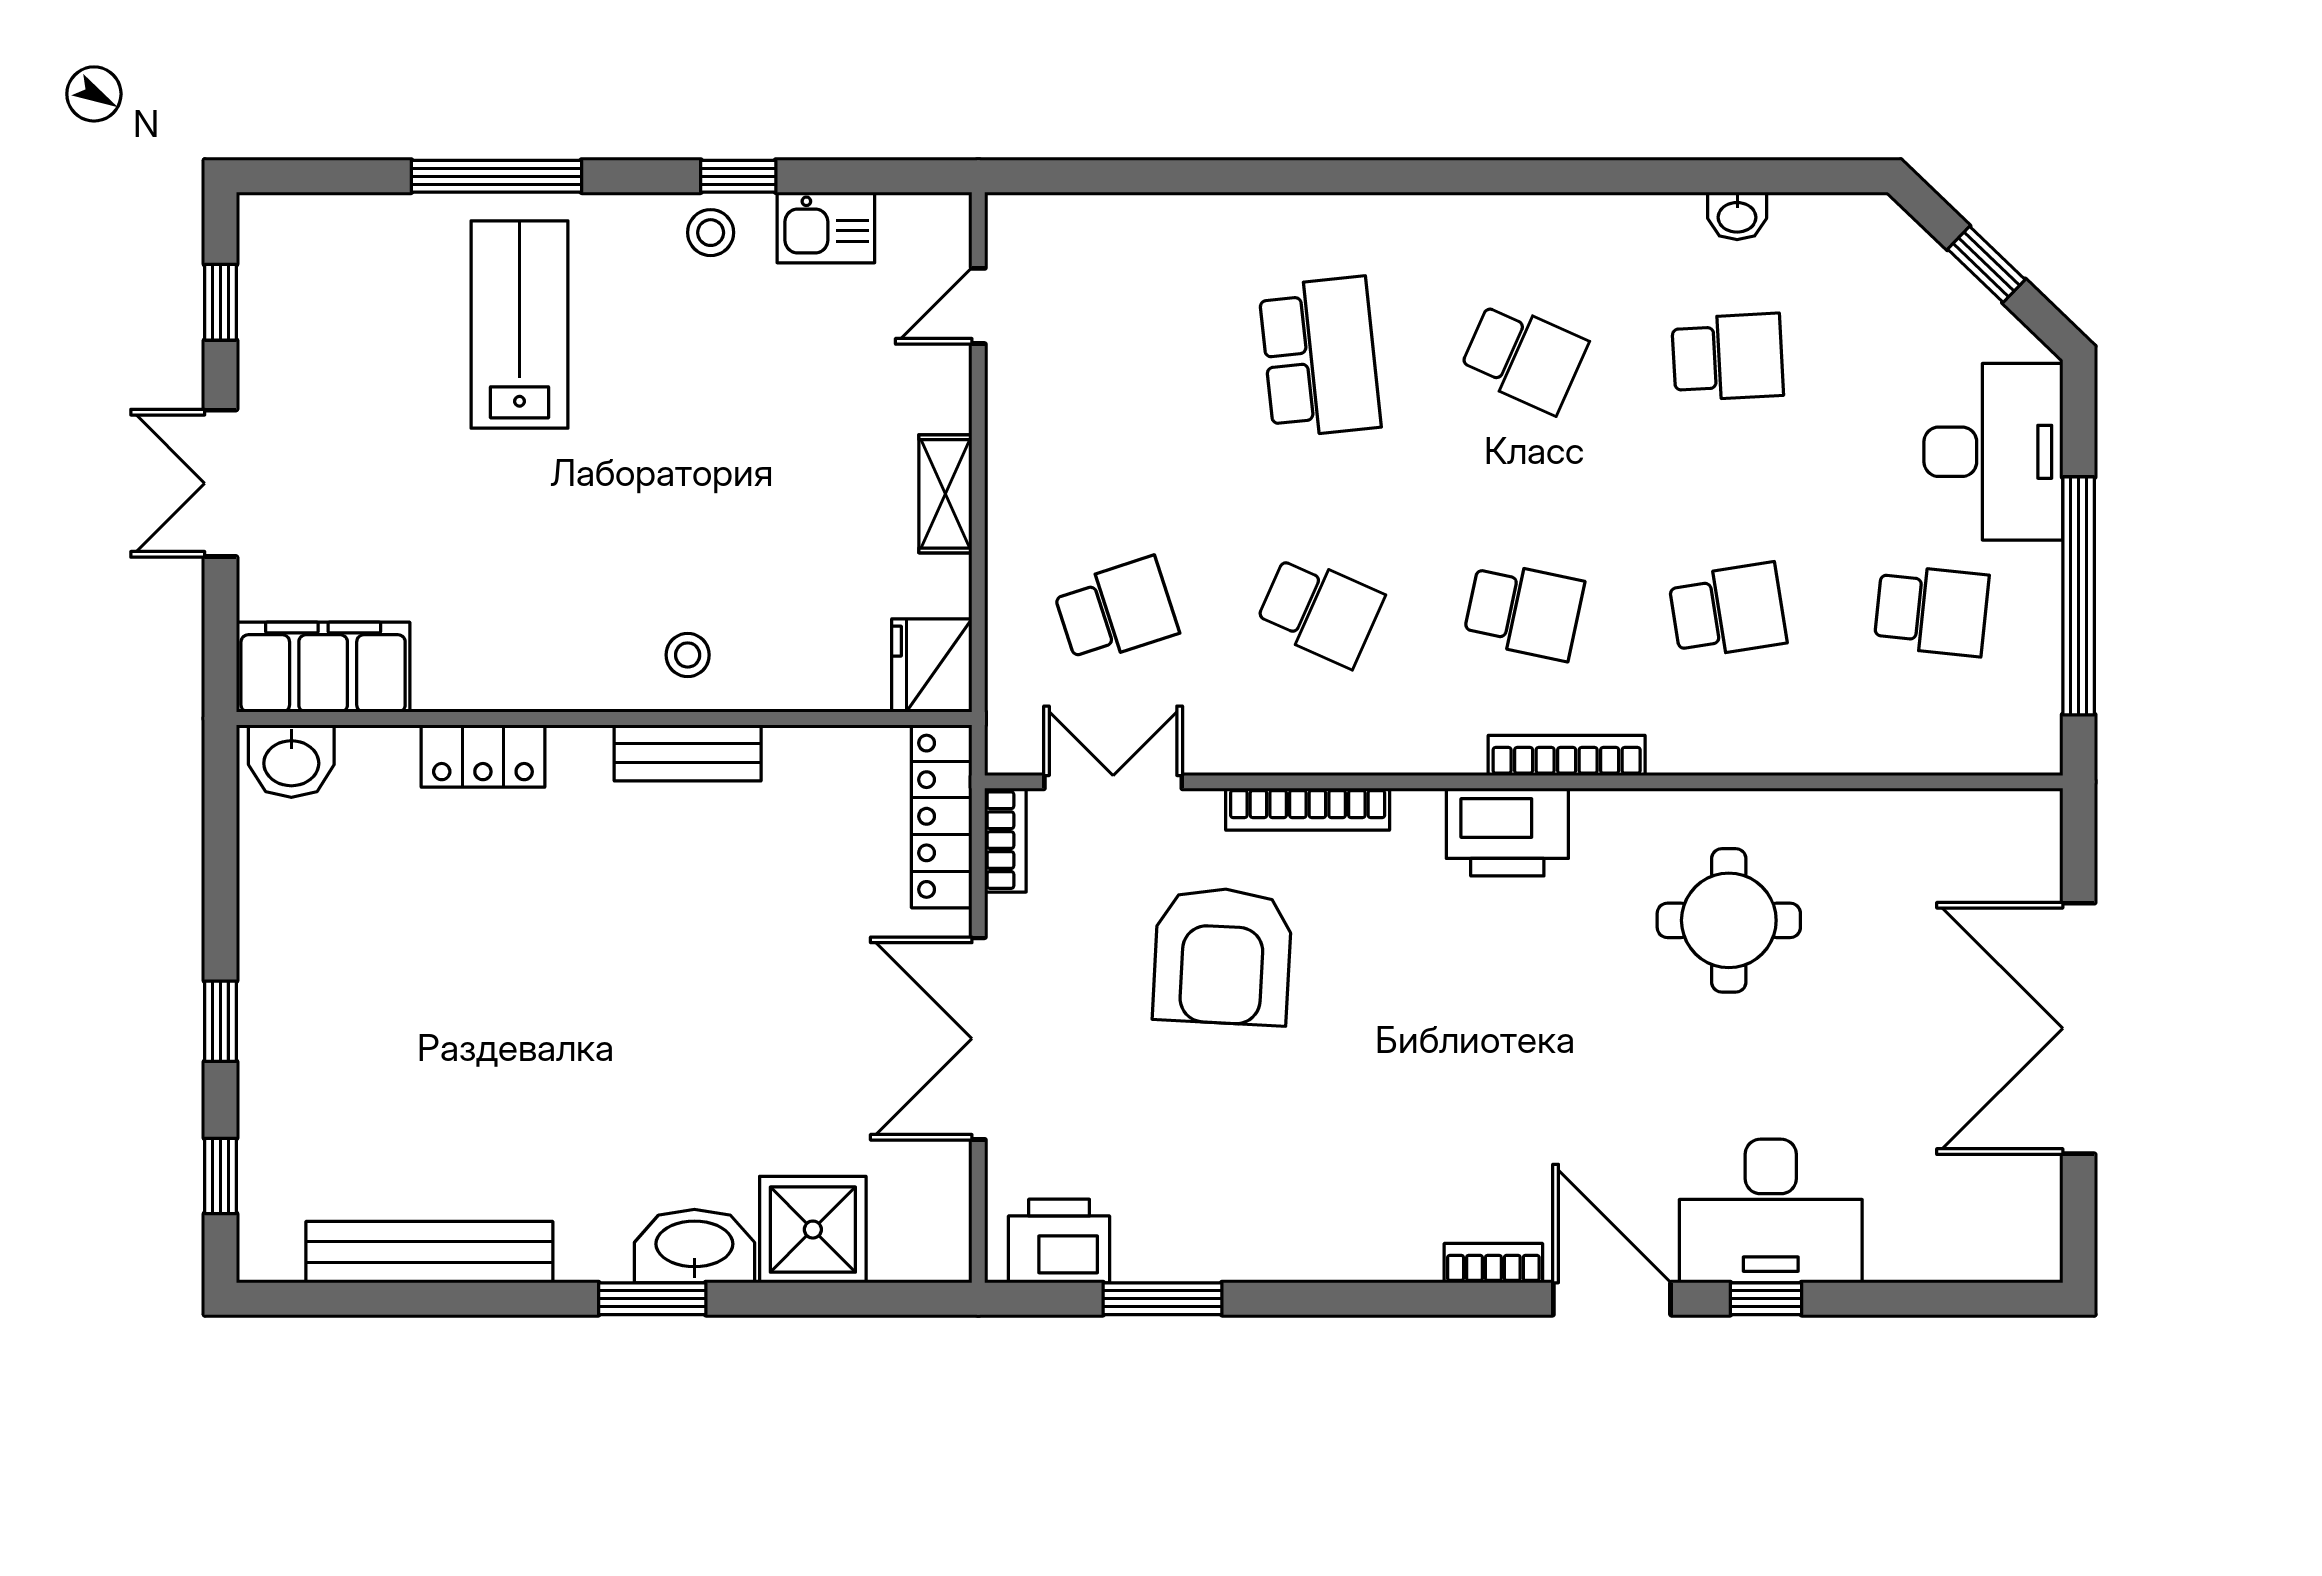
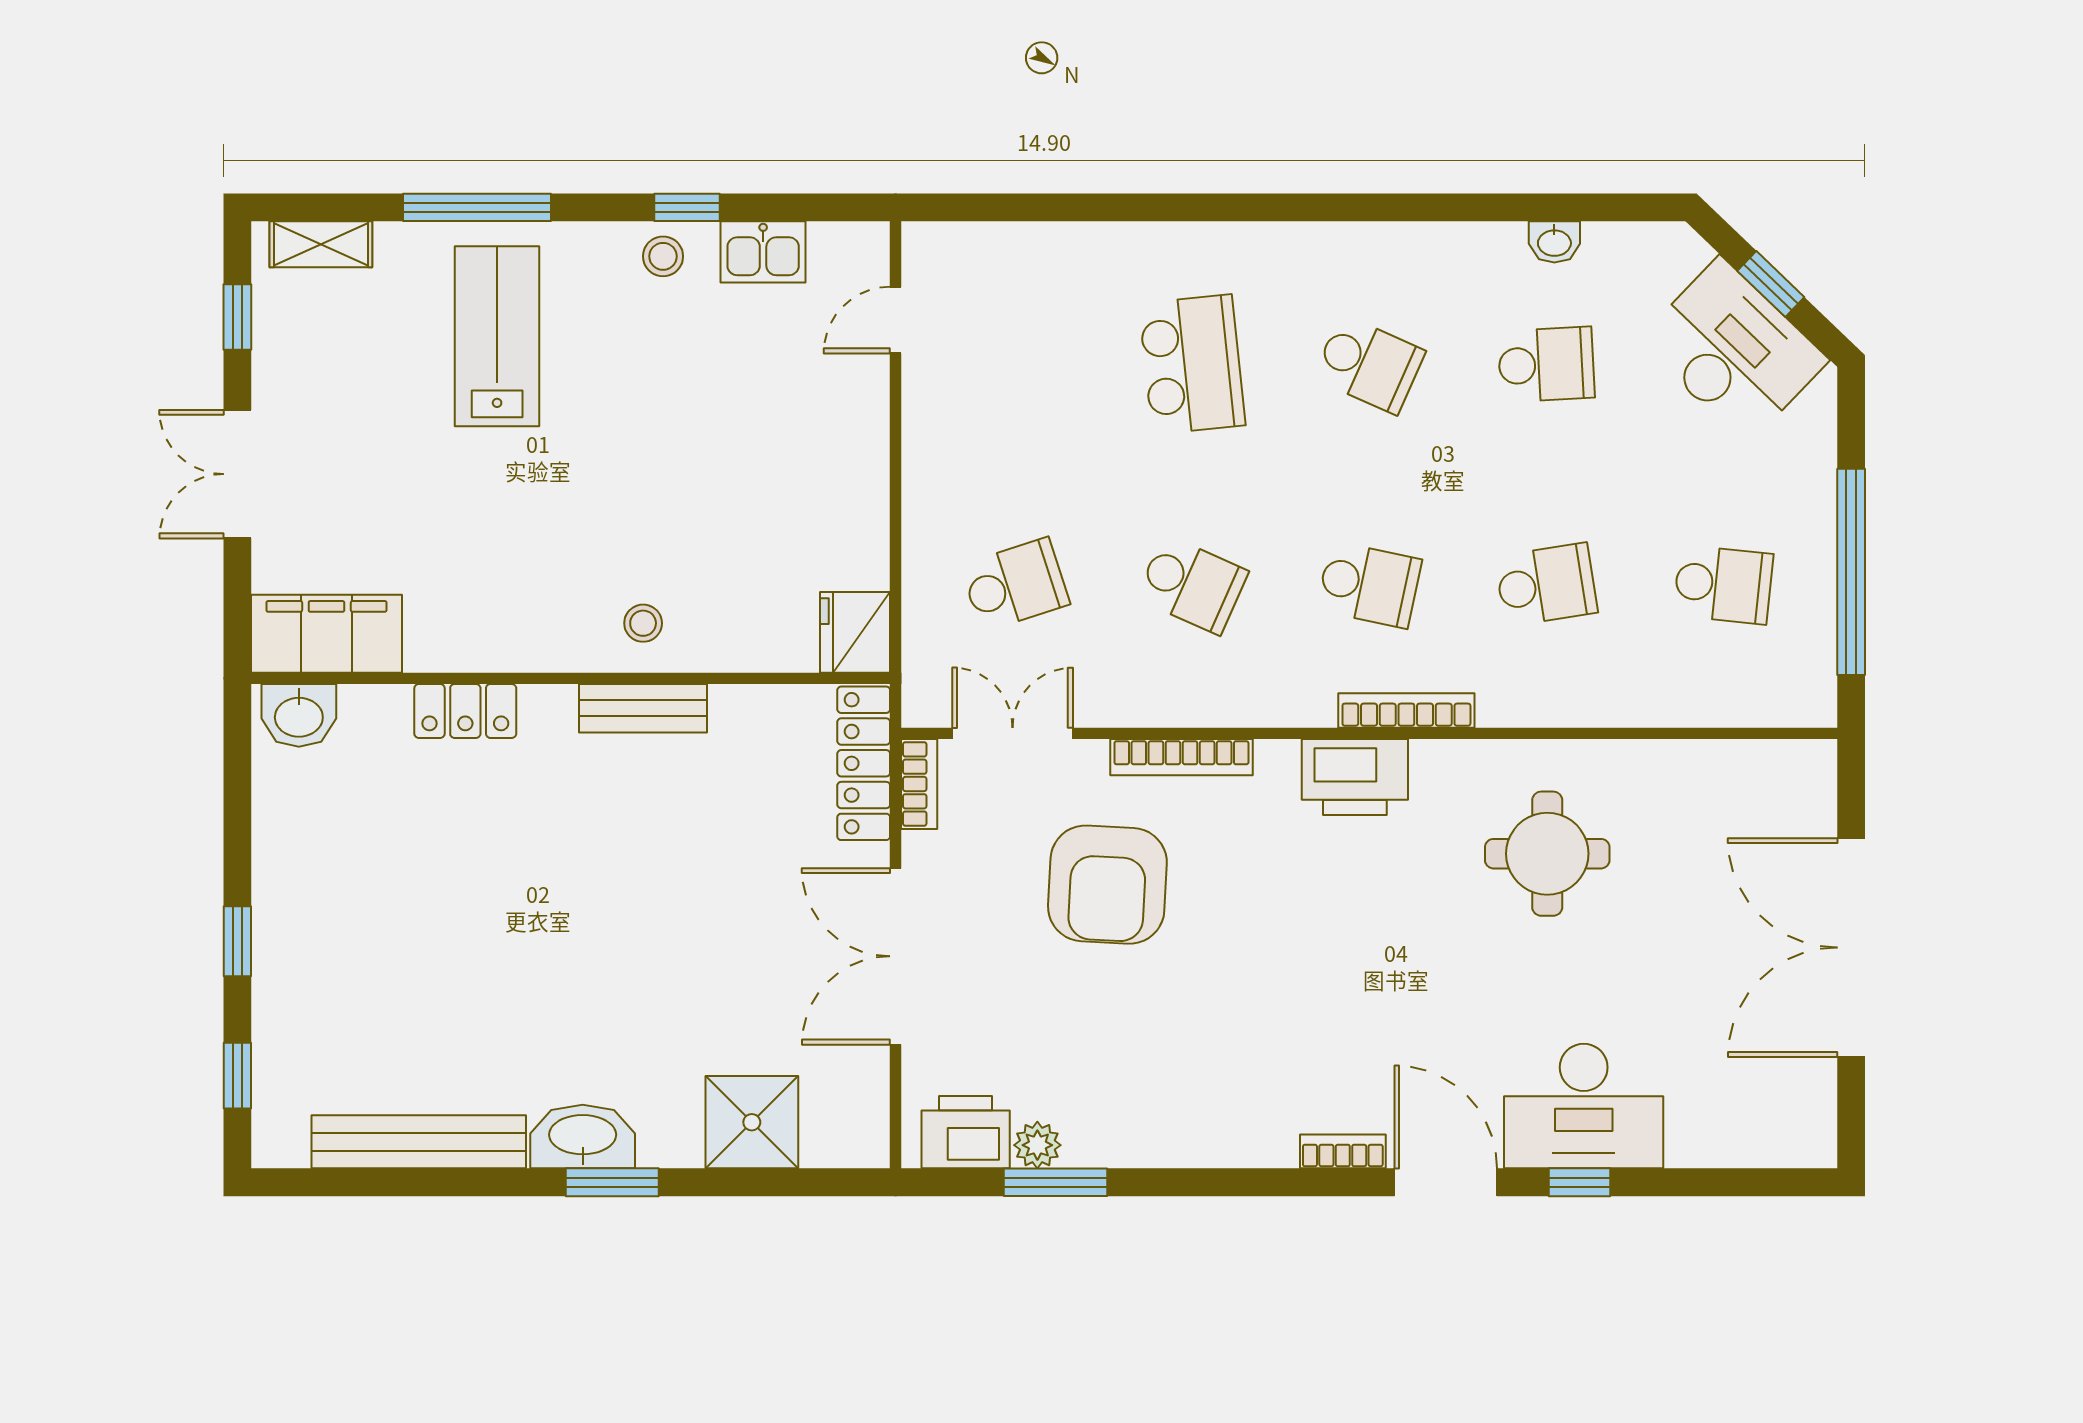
desk: (1993, 452) -> (1733, 351), moved, turned -46
shelving: (945, 494) -> (321, 244), moved, turned 90
washbasin: (694, 1246) -> (583, 1137), moved
plant: (1142, 1256) -> (1037, 1145), added

